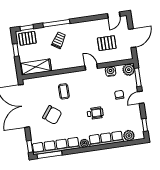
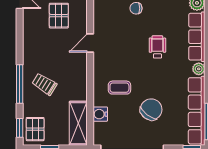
water cooler: (111, 71) -> (100, 114), moved

